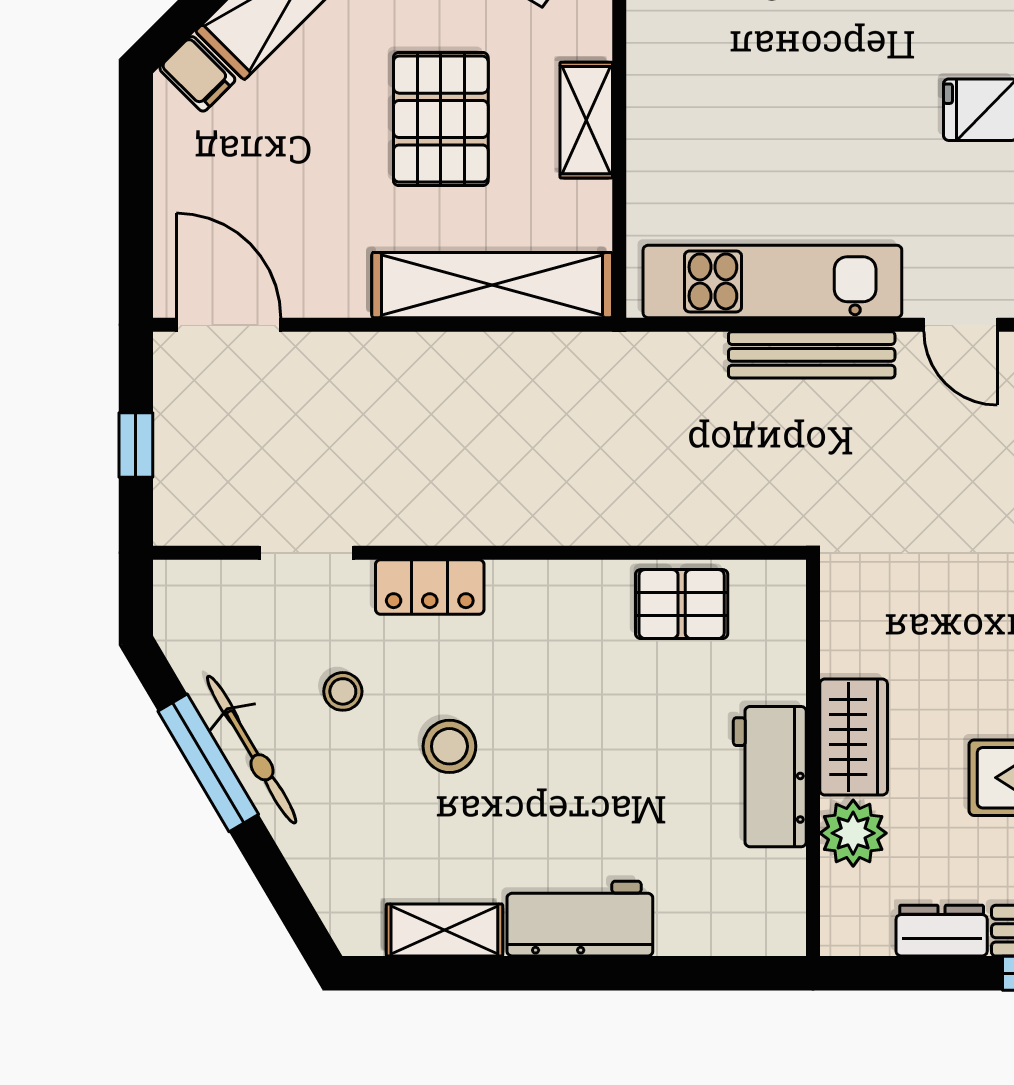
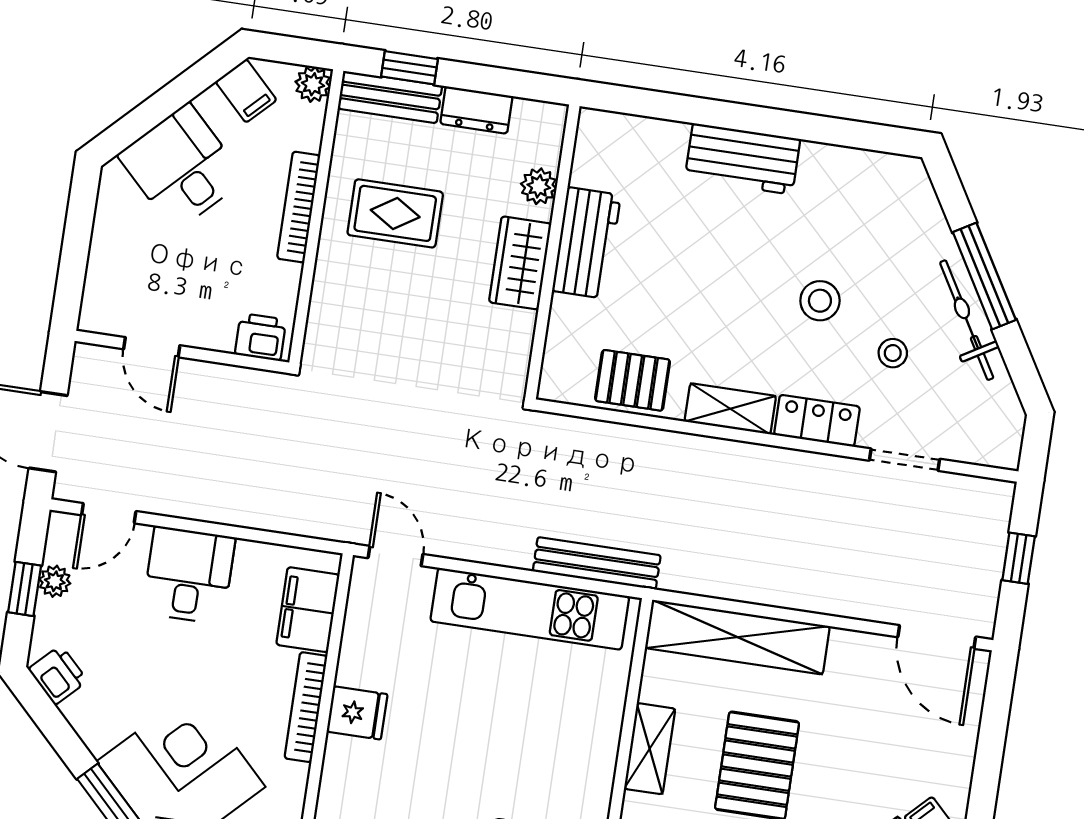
bench: (812, 355) -> (597, 563), moved
window: (208, 763) -> (984, 276), moved
plant: (853, 833) -> (539, 186), width x0.73, depth x0.73
shelving: (444, 930) -> (730, 409), moved

